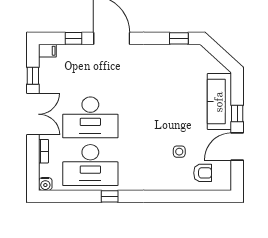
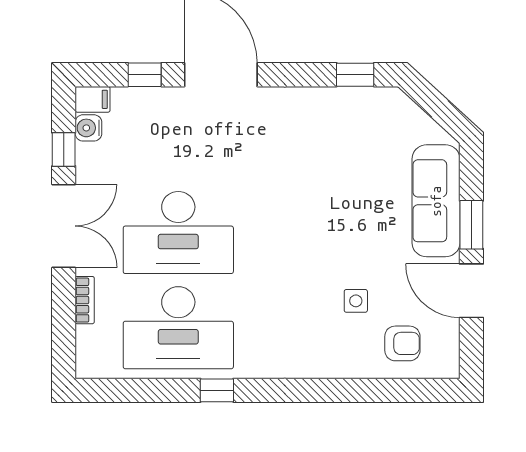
window: (237, 113) -> (471, 225), width x1.50
door: (237, 147) -> (471, 291), hinge flipped
water cooler: (45, 184) -> (88, 128), moved, turned 90

